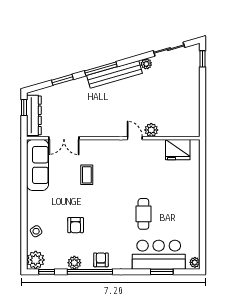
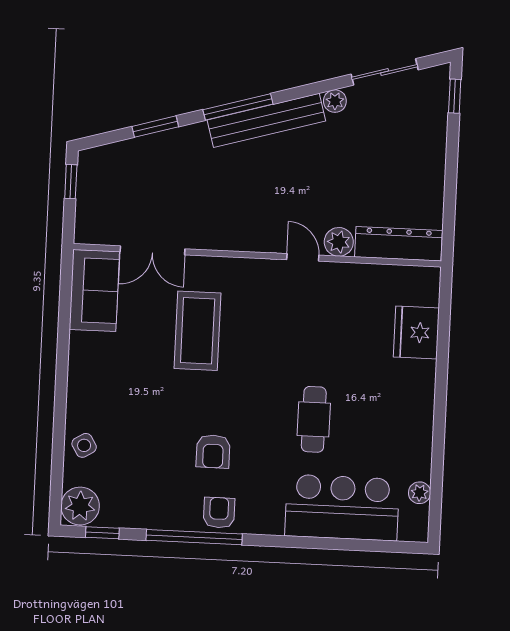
dresser: (34, 115) -> (399, 244), moved, turned -90
fridge: (178, 150) -> (416, 332), moved, turned 90
sofa: (37, 165) -> (94, 290), width x0.73
coffee table: (87, 175) -> (198, 331), width x1.86, depth x1.72
armchair: (76, 225) -> (213, 451), moved
plant: (195, 262) -> (420, 493), moved
plant: (74, 263) -> (162, 516), removed
window: (162, 272) -> (347, 544), removed

